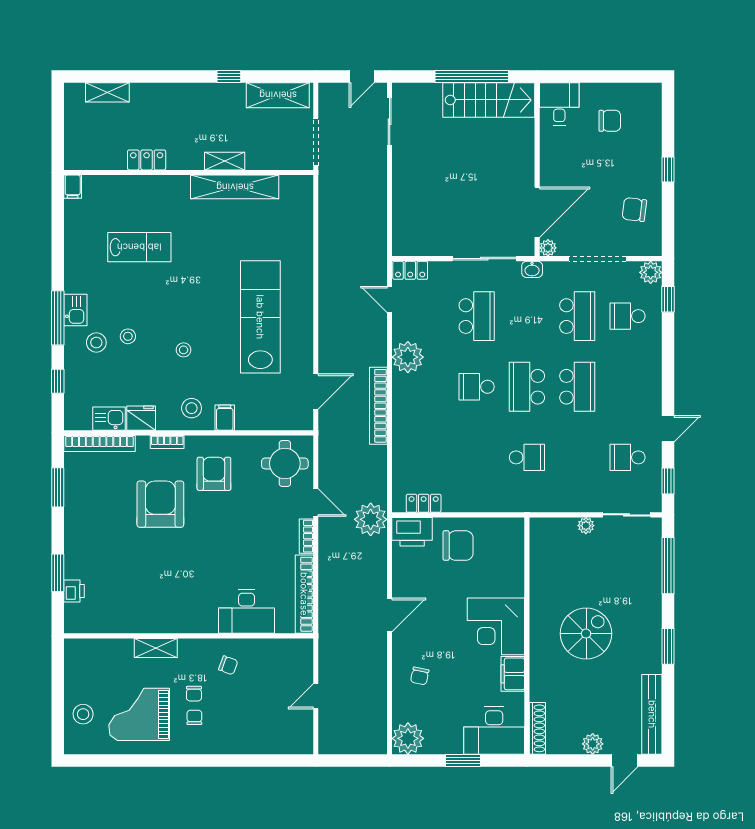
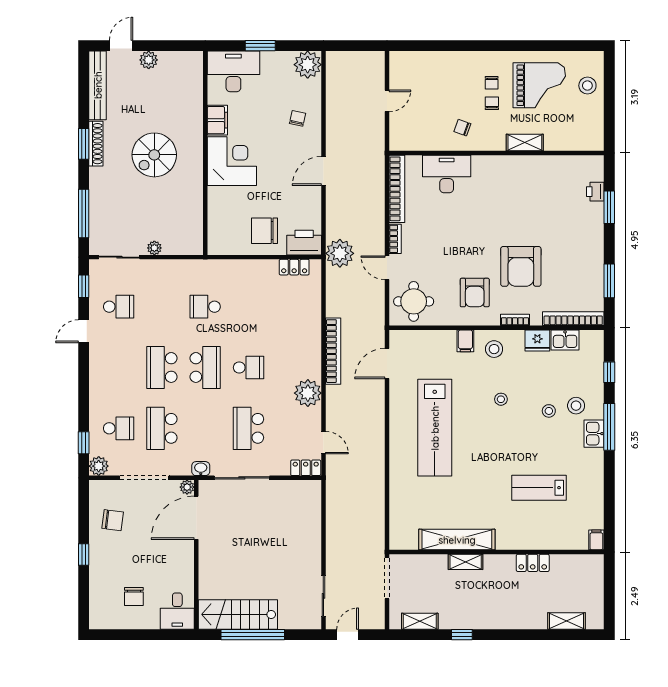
shelving: (278, 95) -> (420, 621), width x0.67, depth x0.75
chair: (610, 121) -> (134, 597), turned -90
shoe rack: (537, 728) -> (96, 144), moved, turned 180

